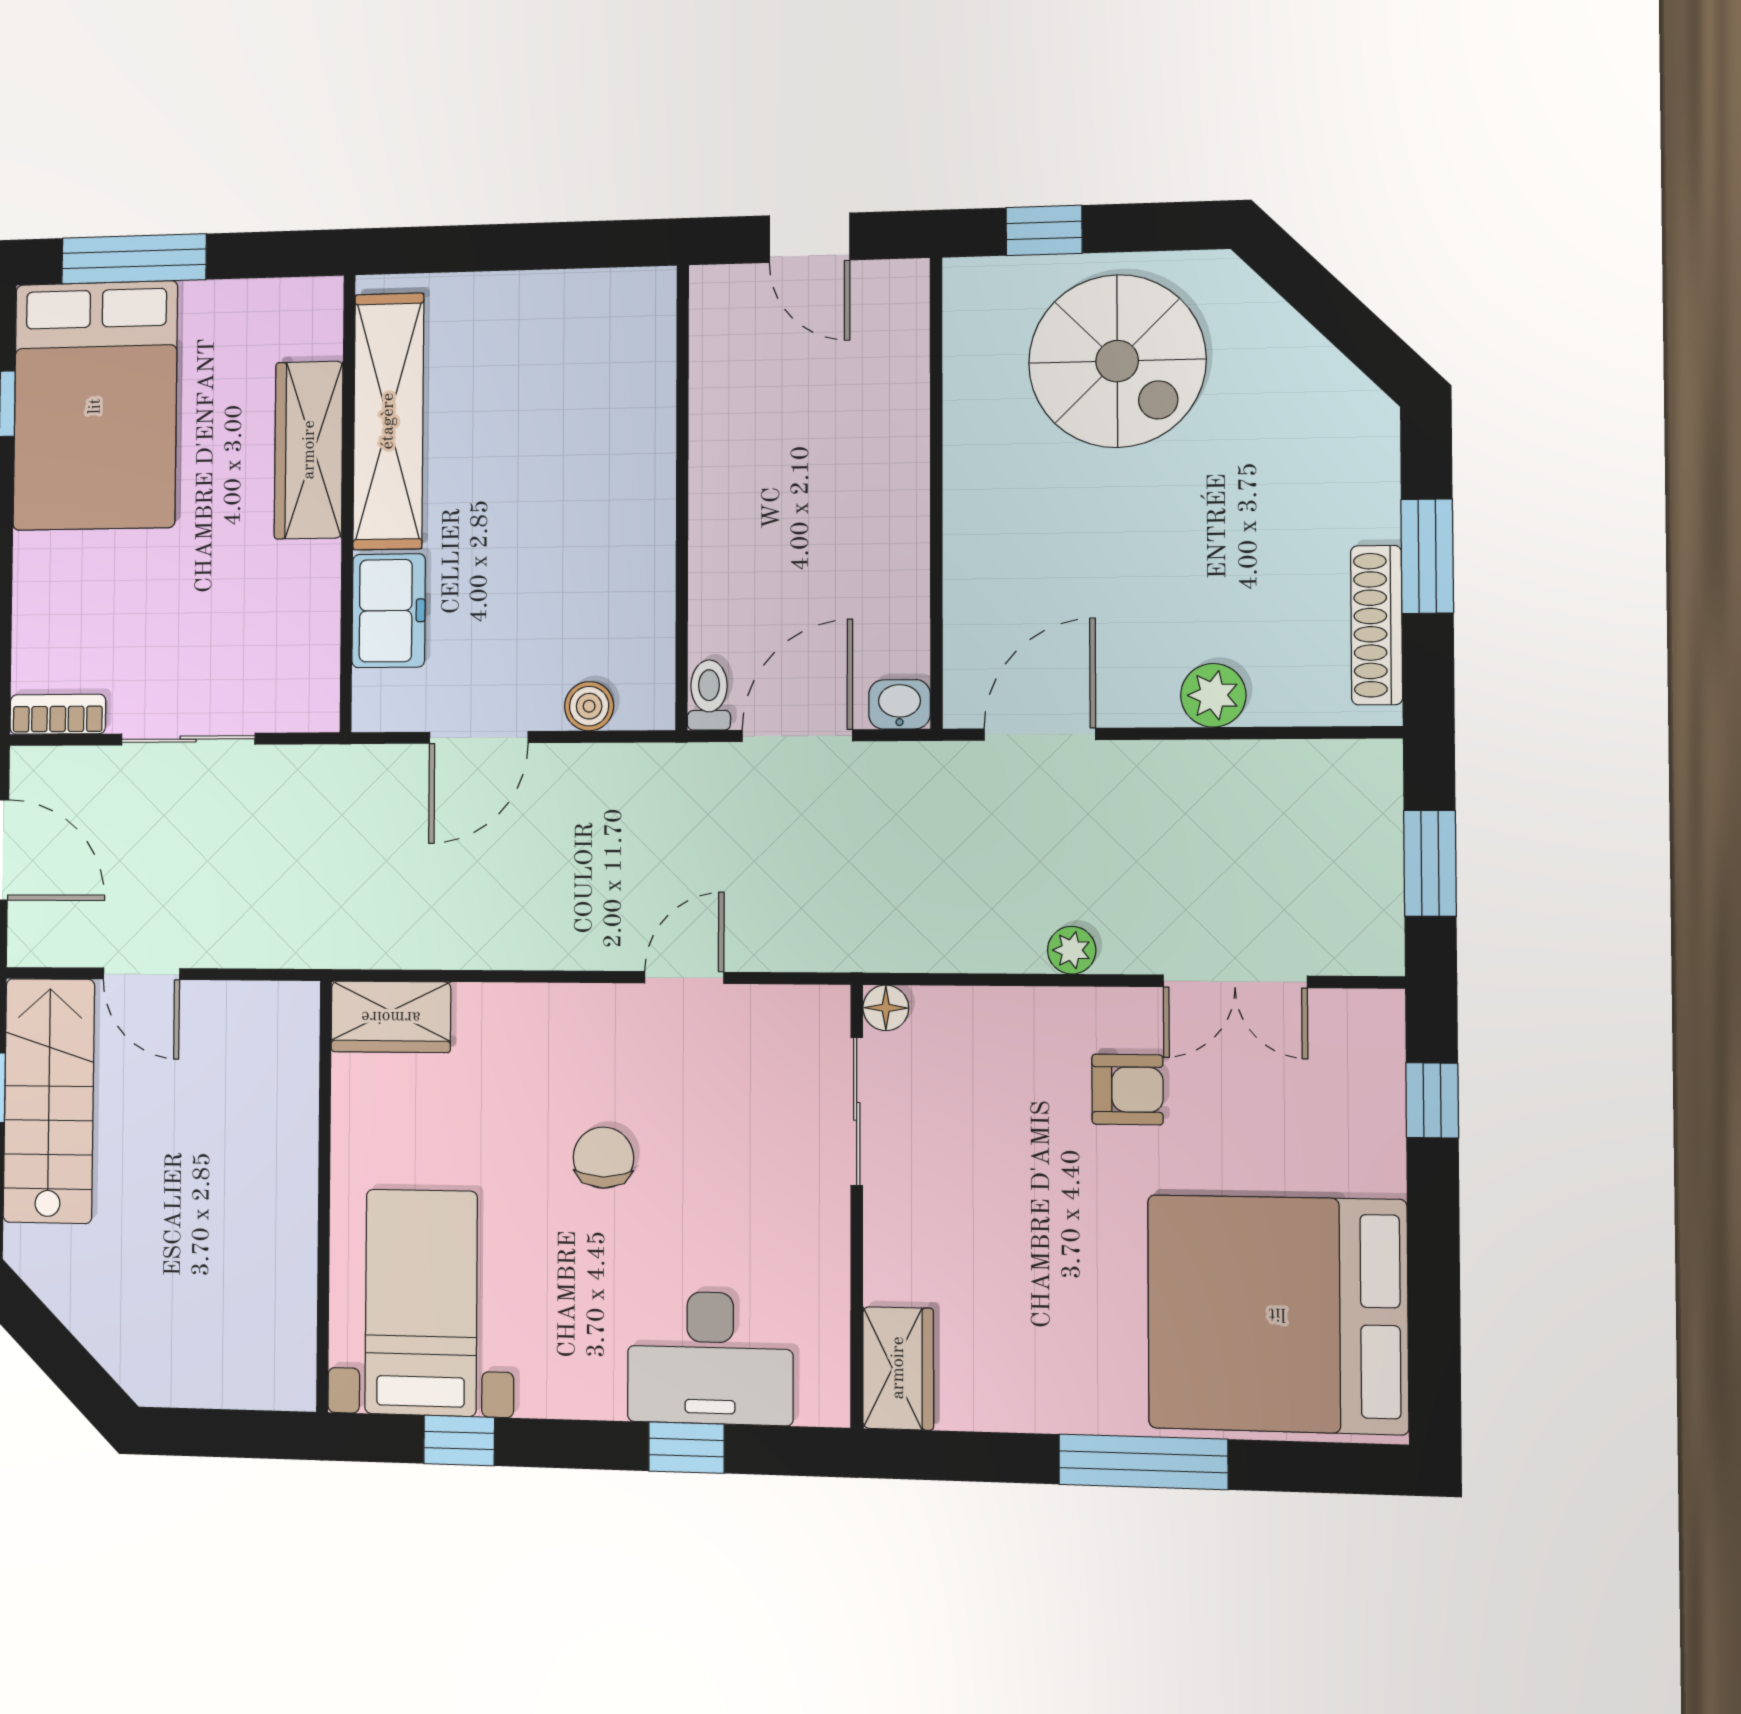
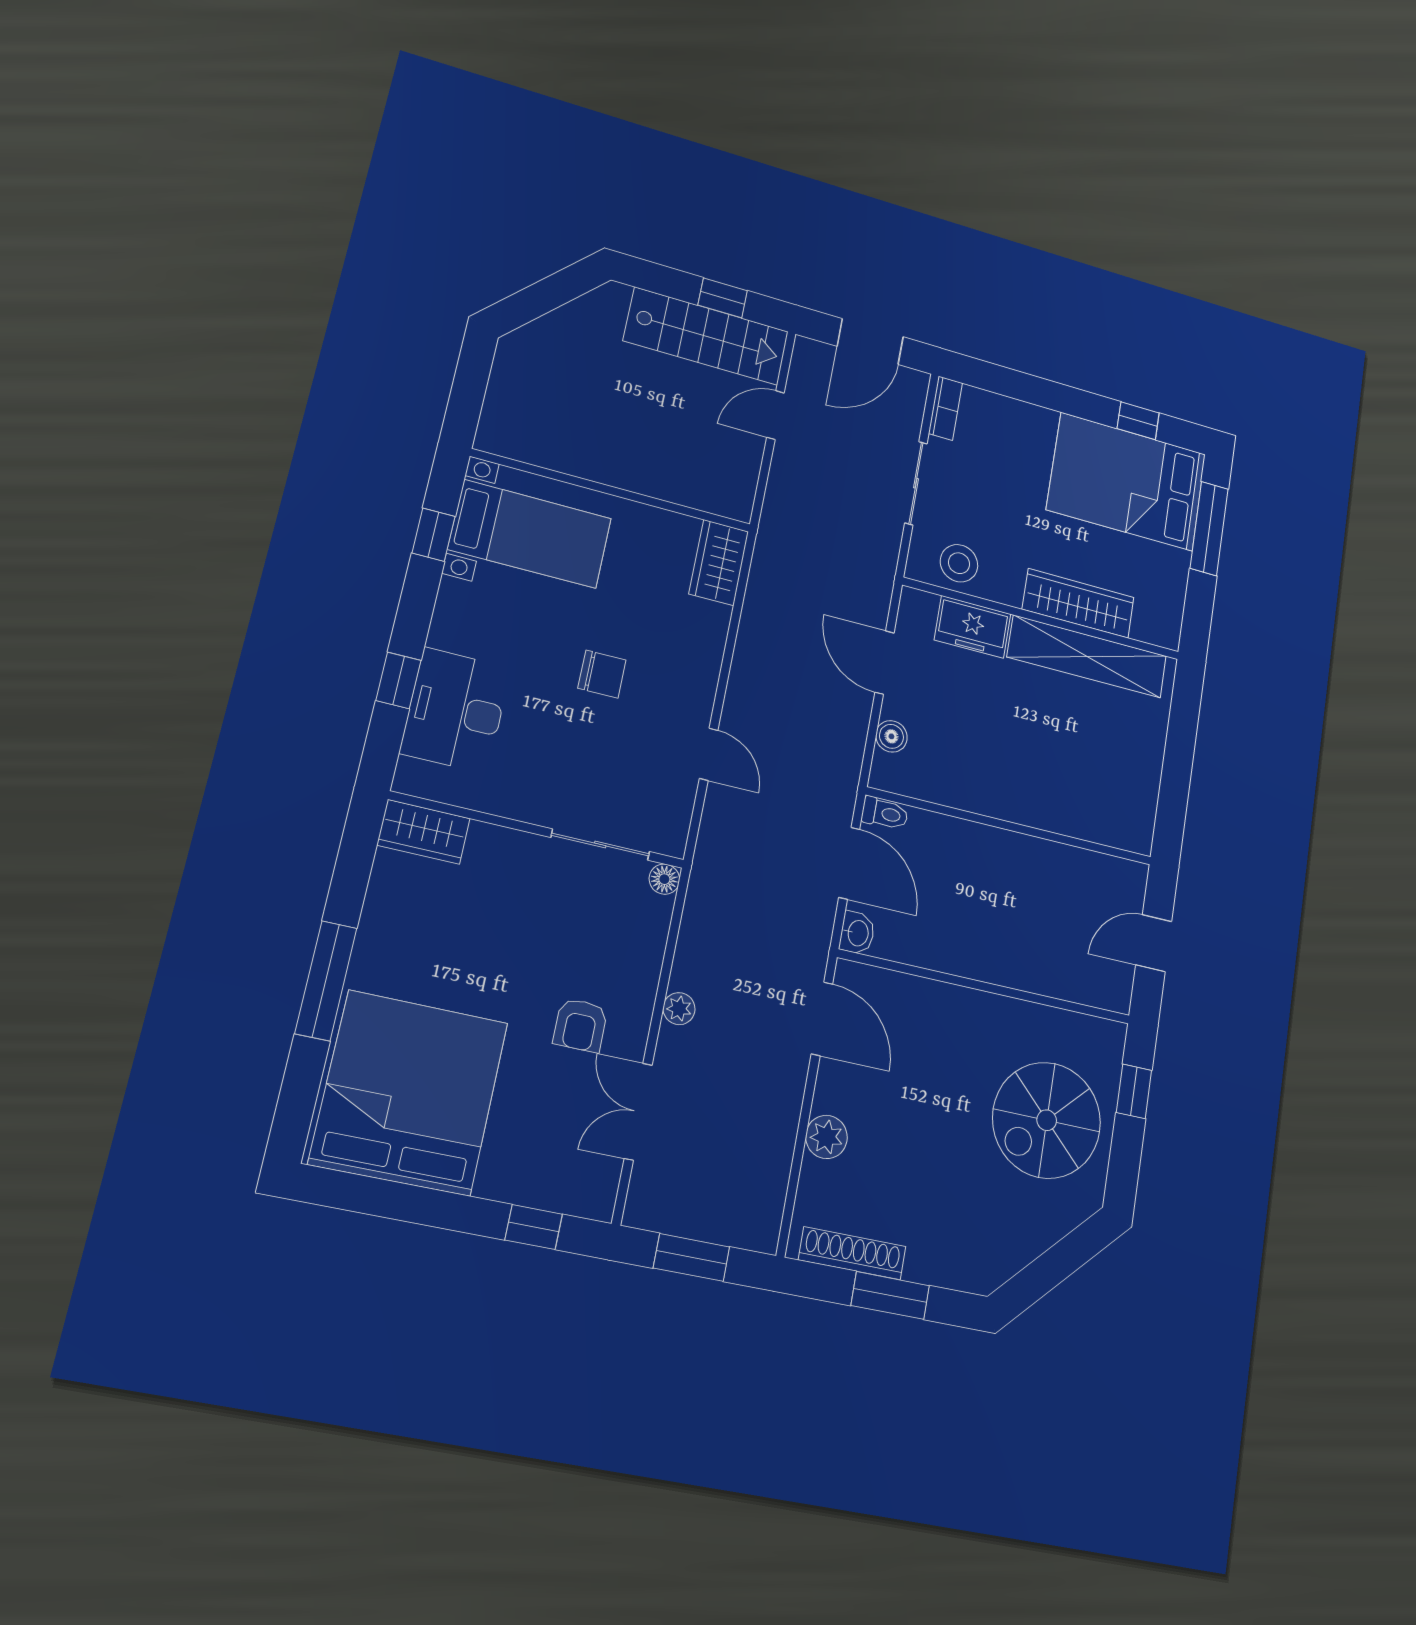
stool: (295, 650) -> (959, 563), added

